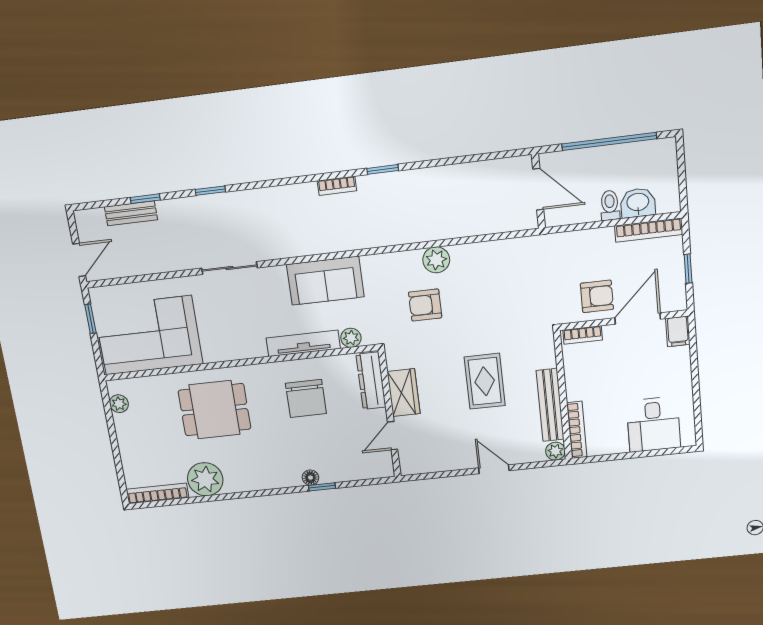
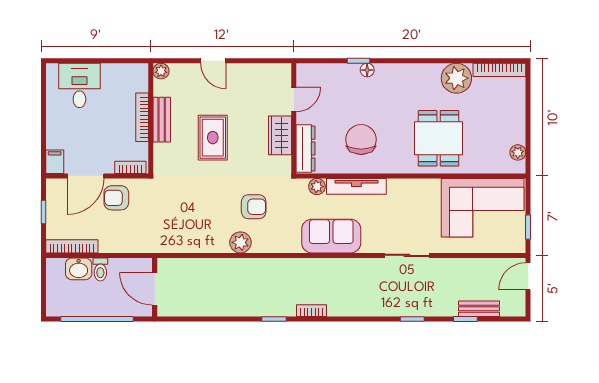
bench: (550, 405) -> (162, 120), width x0.73
dining table: (214, 410) -> (439, 138), turned 90
bookcase: (577, 430) -> (142, 117), moved

